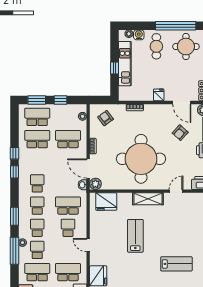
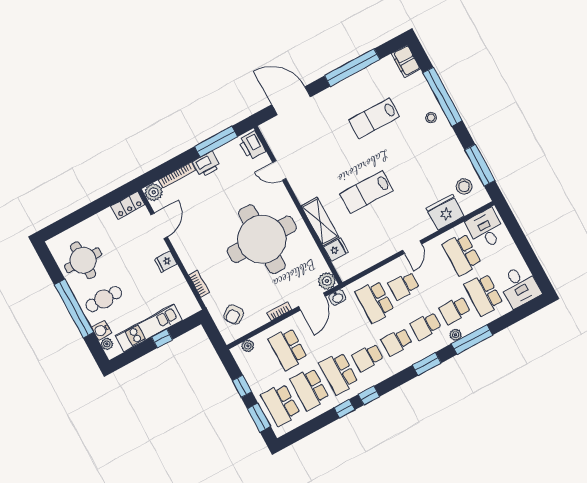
window: (176, 26) -> (74, 309), moved
armchair: (180, 133) -> (200, 207), removed
school desk: (37, 161) -> (339, 373), added
shelving: (148, 199) -> (320, 222), moved
fridge: (106, 202) -> (336, 250), width x0.53, depth x0.75
lab bench: (176, 264) -> (374, 118), turned -90

